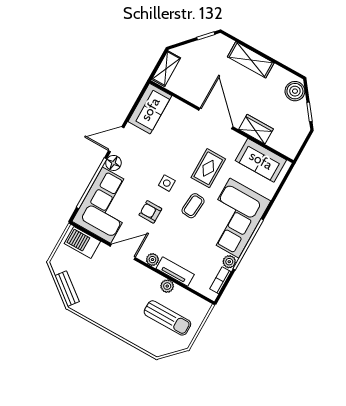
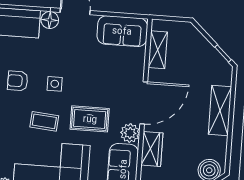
shelving: (166, 69) -> (158, 50), moved, turned 90
plant: (235, 141) -> (130, 133), added
armchair: (150, 212) -> (18, 81), turned -90

